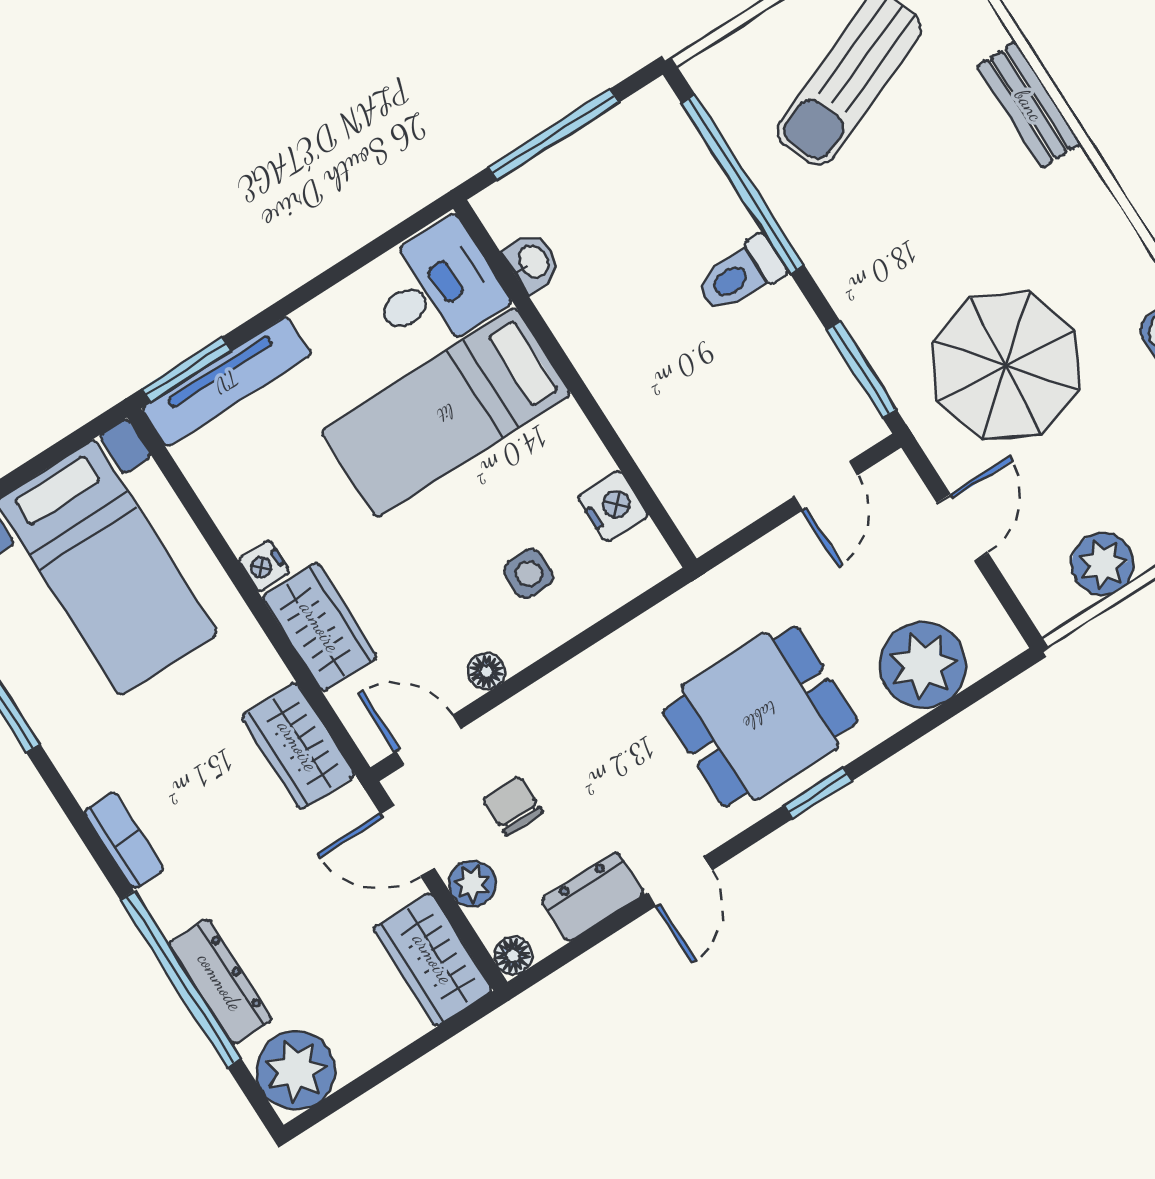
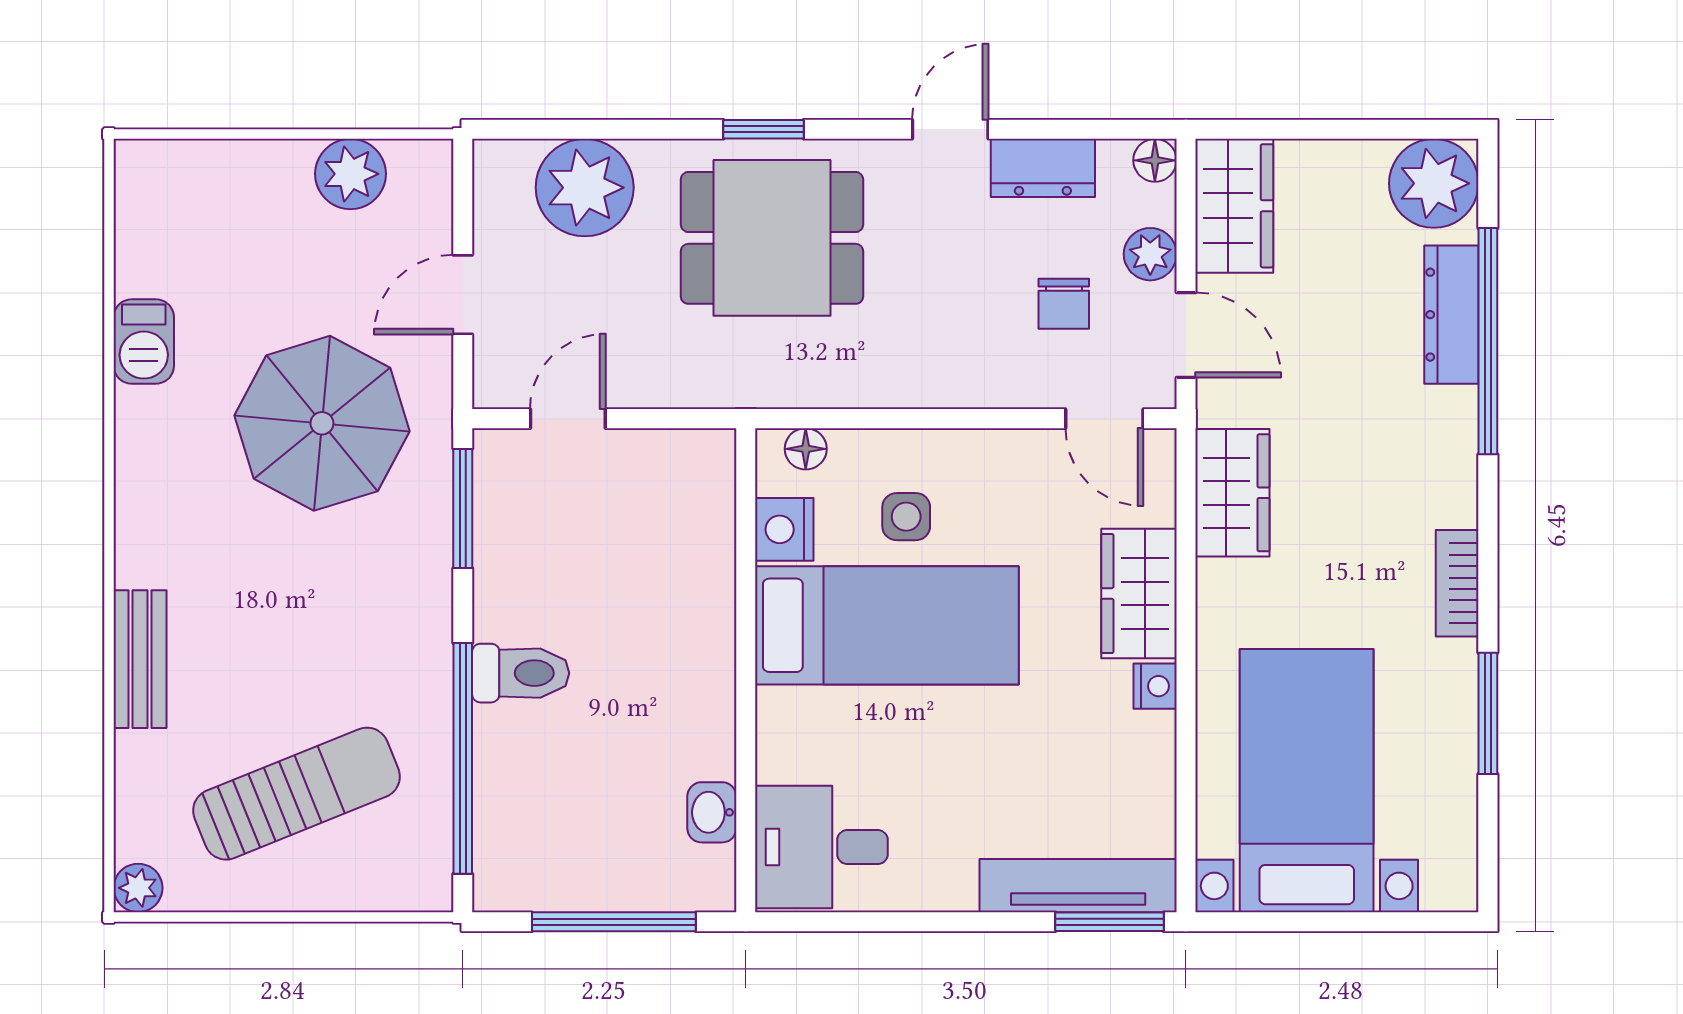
bed: (446, 413) -> (887, 625), moved
floor lamp: (486, 671) -> (806, 449), moved
bookcase: (124, 840) -> (1457, 583), moved

